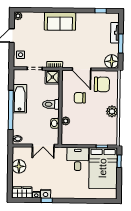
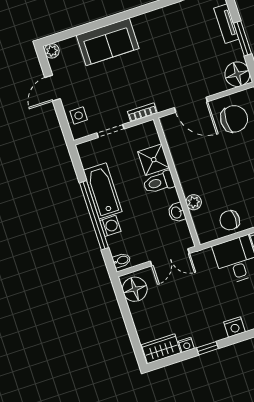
sofa: (60, 21) -> (108, 42), moved
shower: (52, 77) -> (154, 160), moved
chair: (80, 98) -> (230, 220), moved
washing machine: (17, 119) -> (110, 226), added
floor lamp: (19, 166) -> (135, 289), moved
nightstand: (46, 194) -> (235, 327), moved

